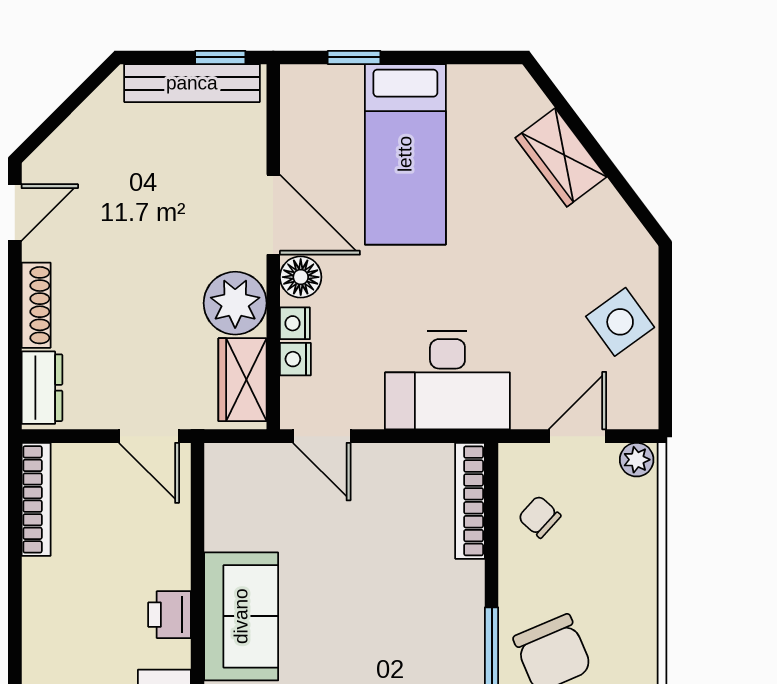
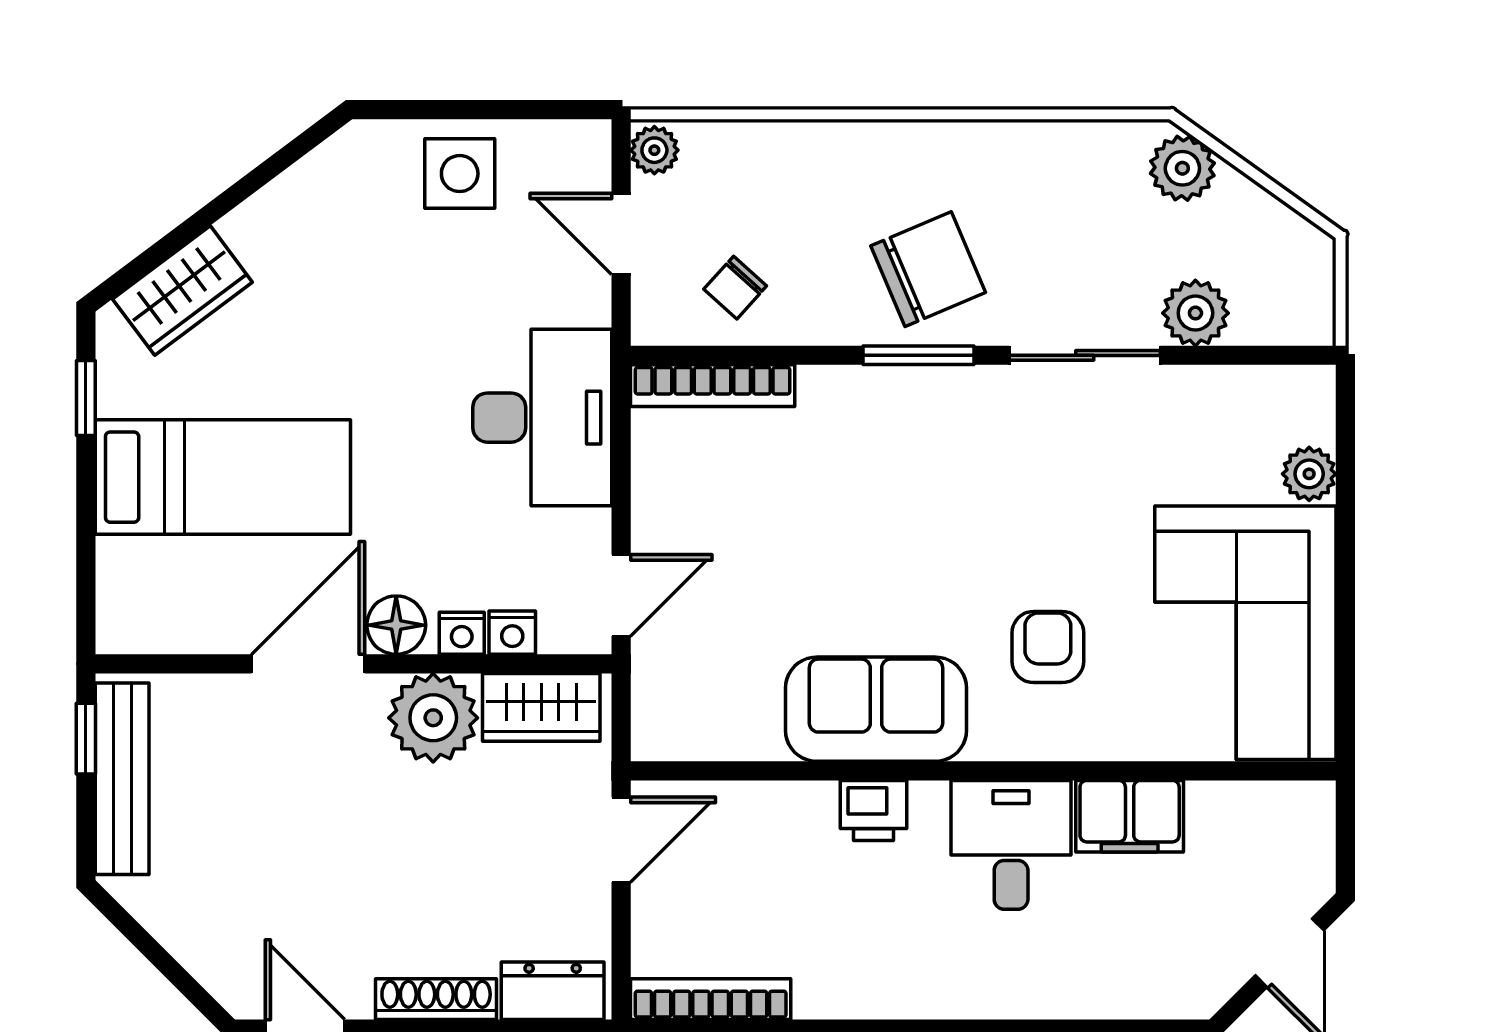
window: (354, 57) -> (86, 398), moved
wardrobe: (561, 157) -> (182, 291), moved
side table: (620, 322) -> (460, 174), turned 36

